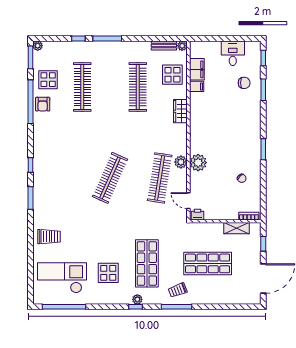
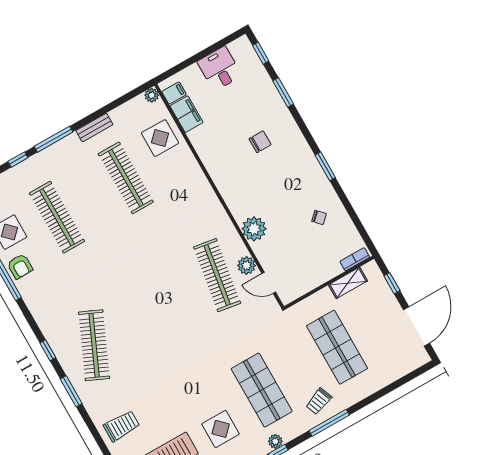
bench: (164, 46) -> (94, 128), moved
chair: (244, 83) -> (260, 142), moved
filing cabinet: (197, 86) -> (174, 93), moved
wardrobe: (180, 111) -> (196, 178), removed
plant: (181, 162) -> (247, 265), moved
clothes rail: (110, 178) -> (94, 345), moved
printer: (197, 215) -> (290, 294), removed
shop shelf: (208, 263) -> (337, 347), turned 90

